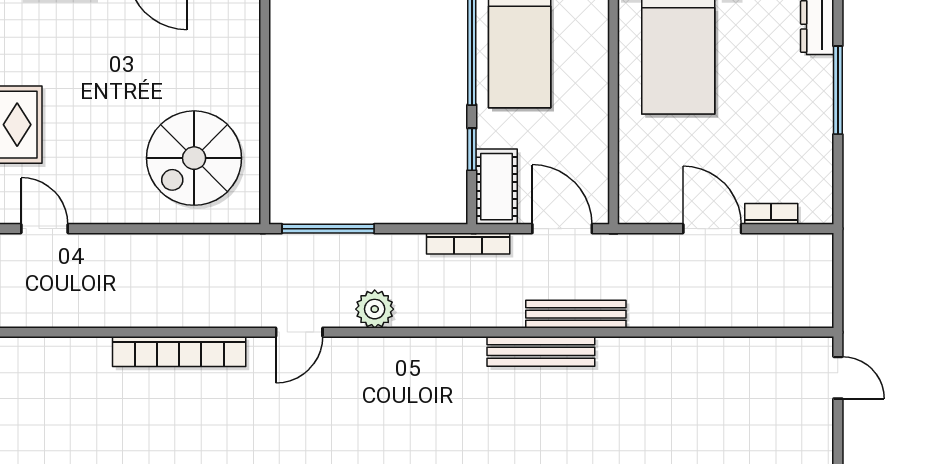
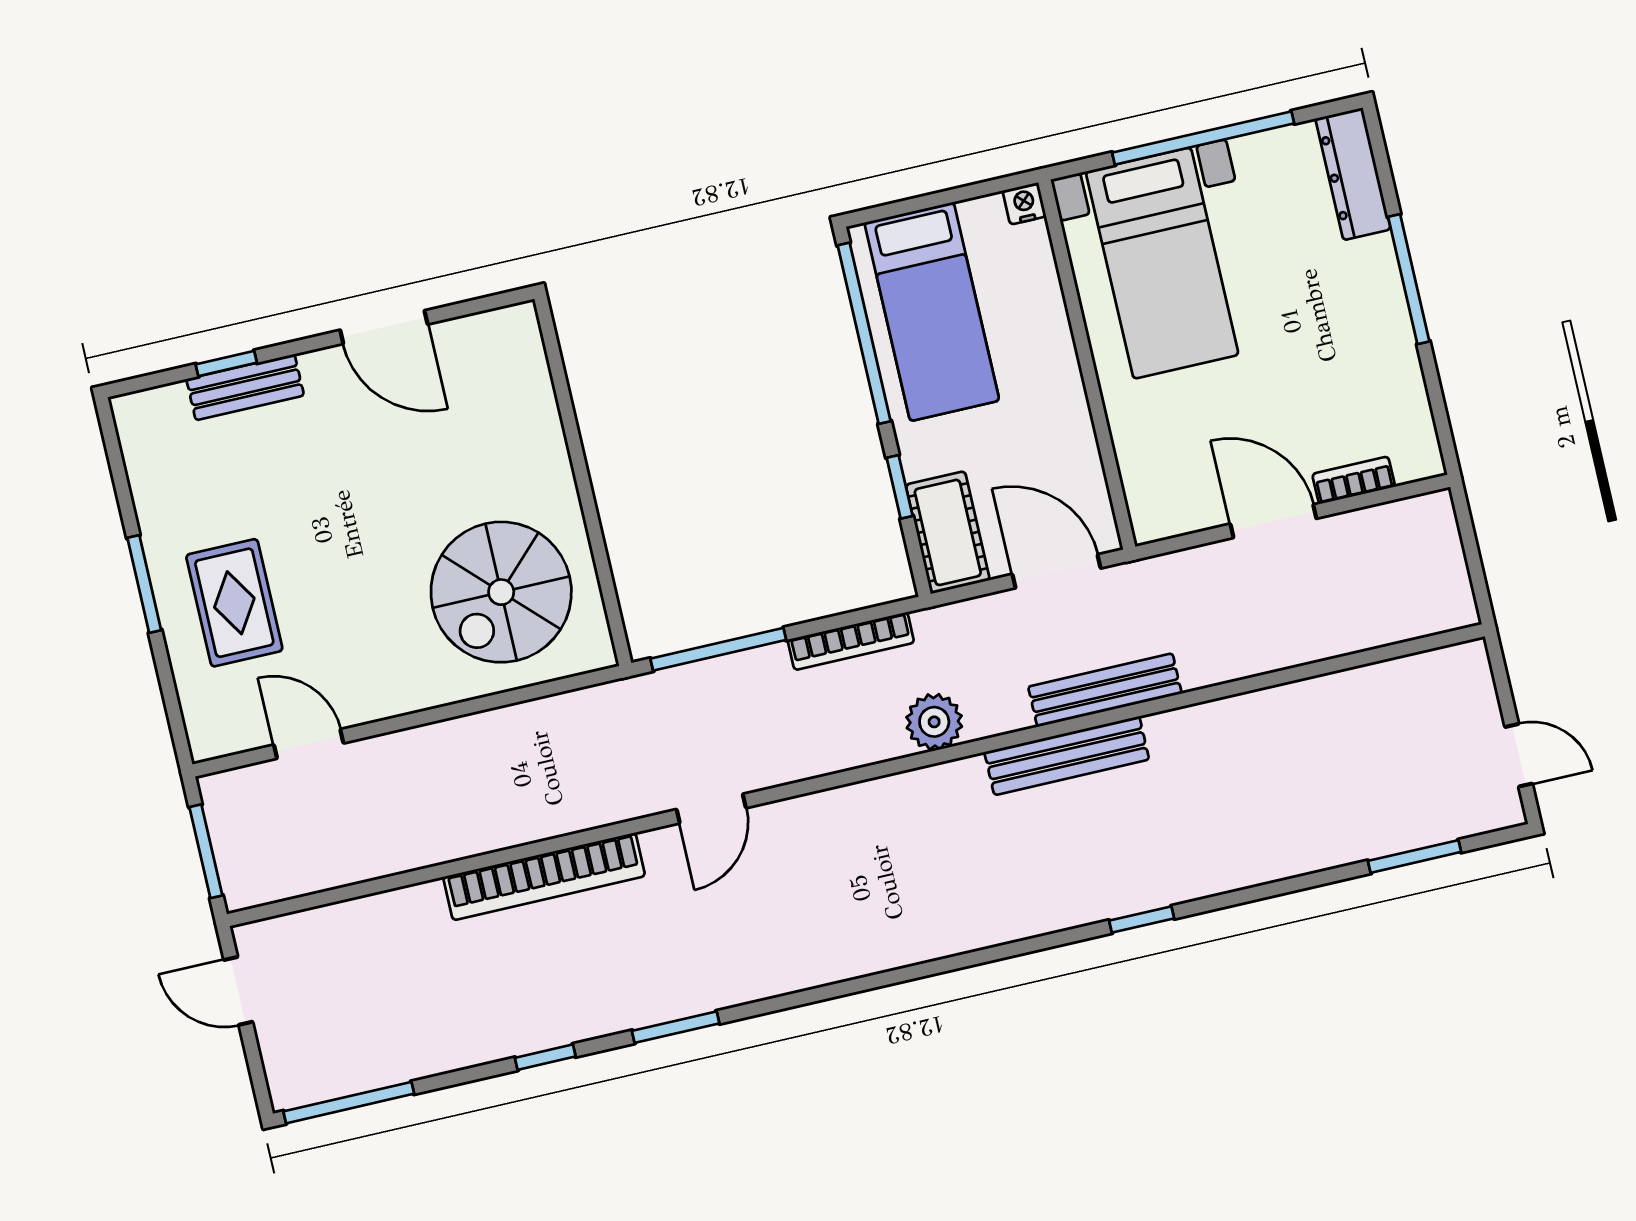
bookcase: (468, 243) -> (851, 641), moved
plant: (375, 309) -> (934, 722), moved
door: (838, 378) -> (1519, 755), moved

